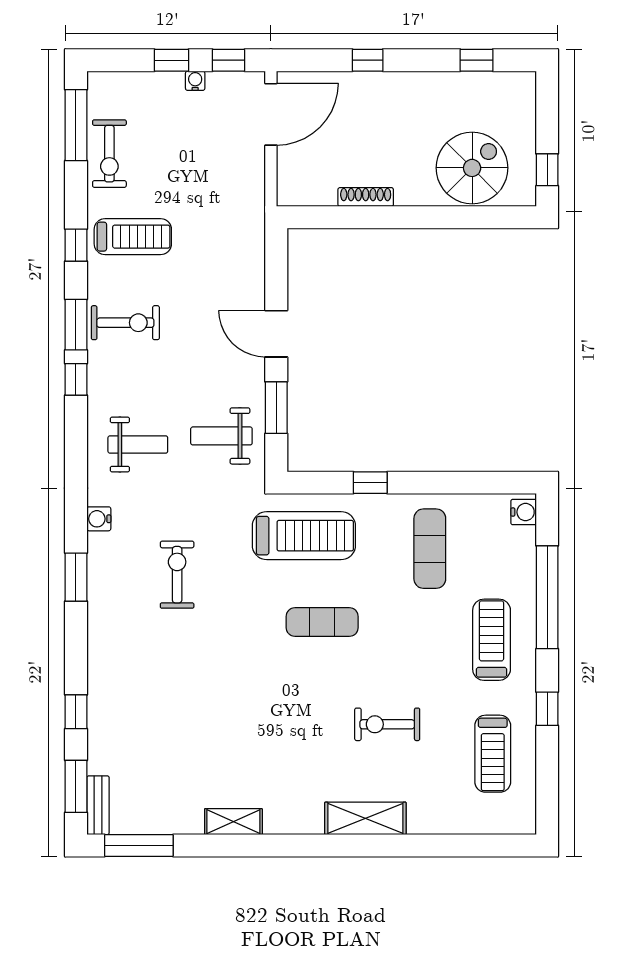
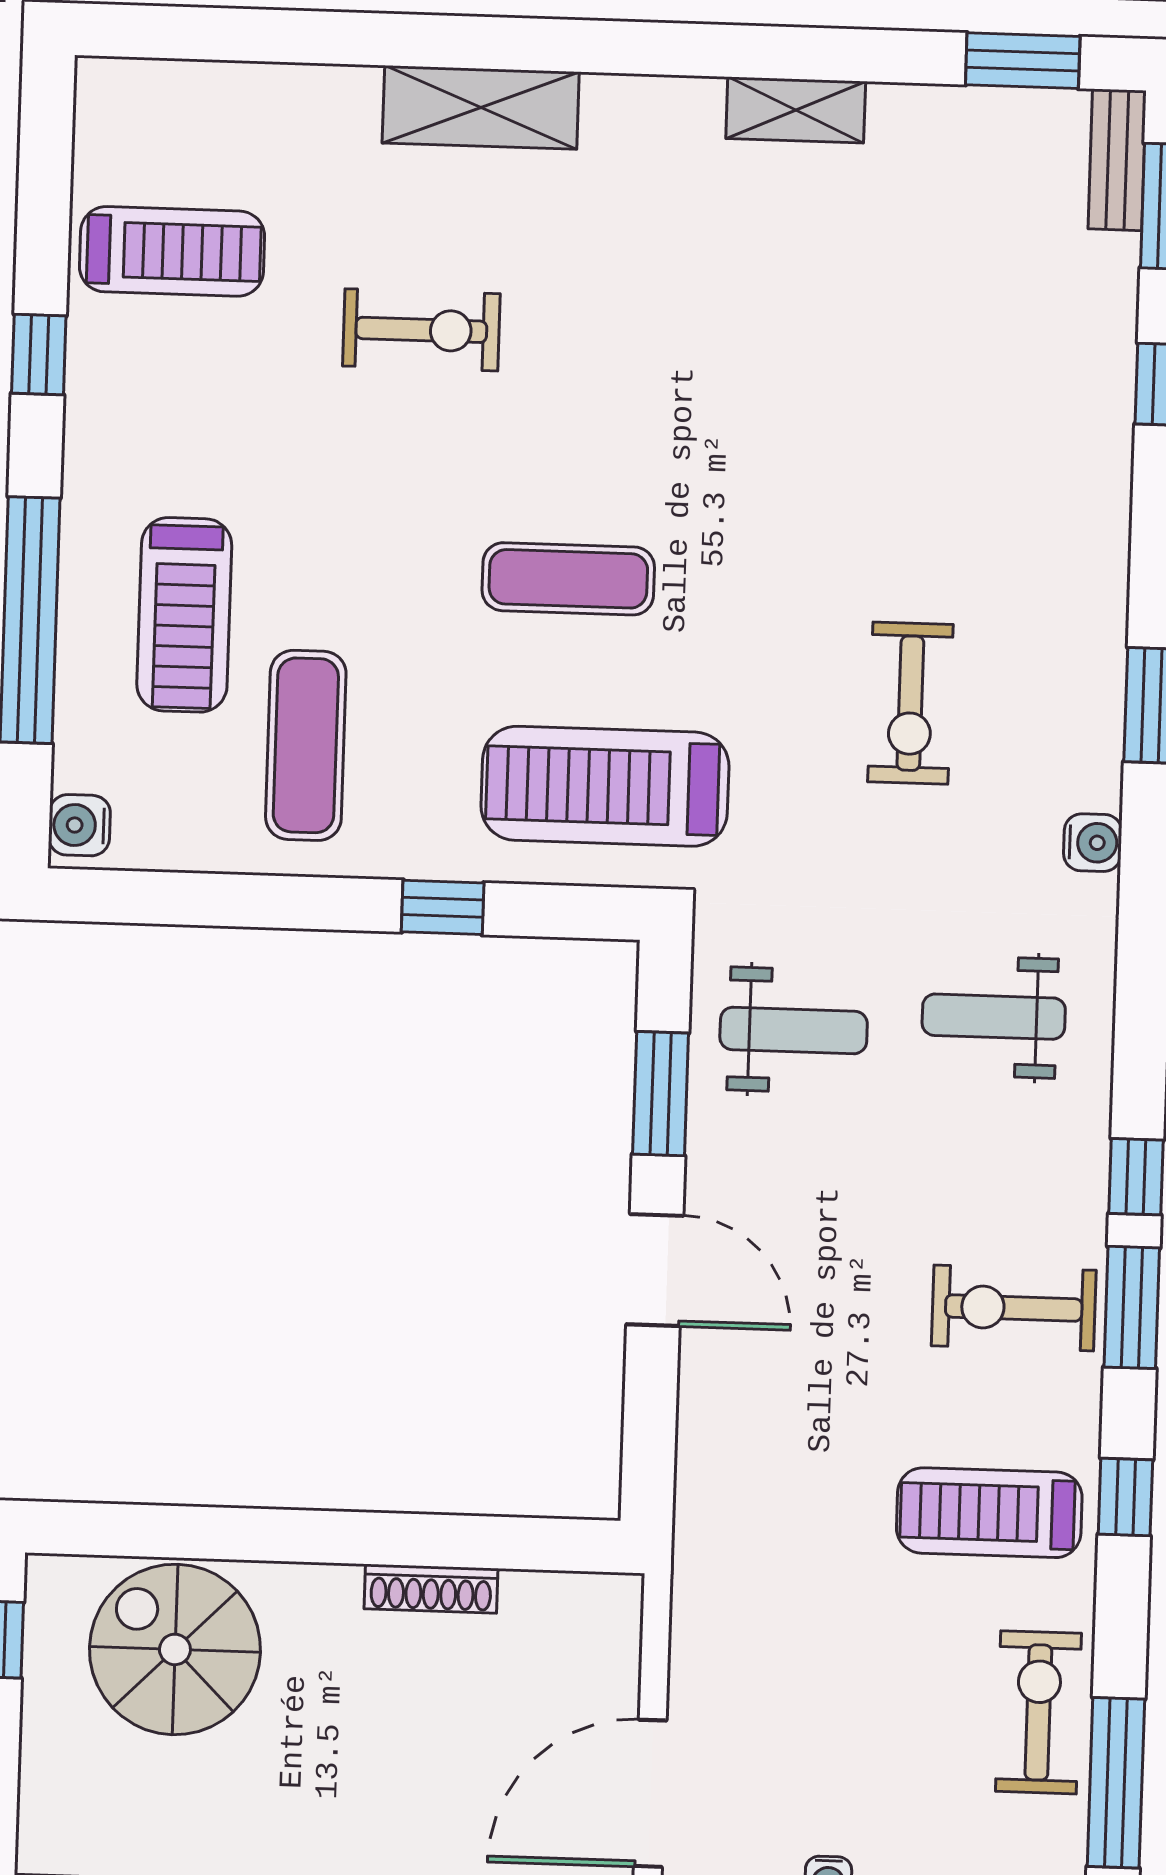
spiral stairs: (472, 168) -> (175, 1649), turned 90
treadmill: (492, 640) -> (184, 615), moved
treadmill: (493, 754) -> (172, 251), turned 90
window: (139, 845) -> (1023, 61), width x0.69

